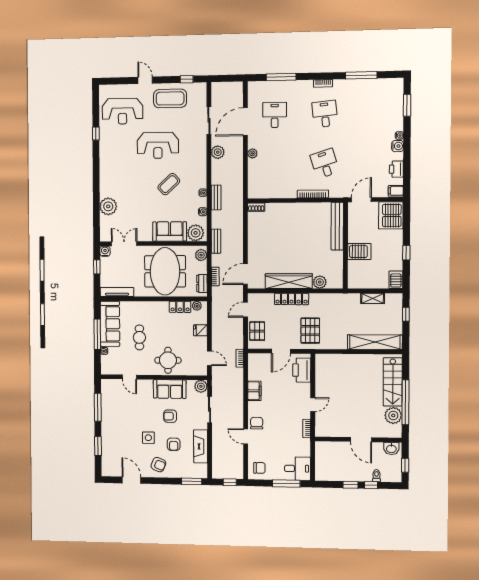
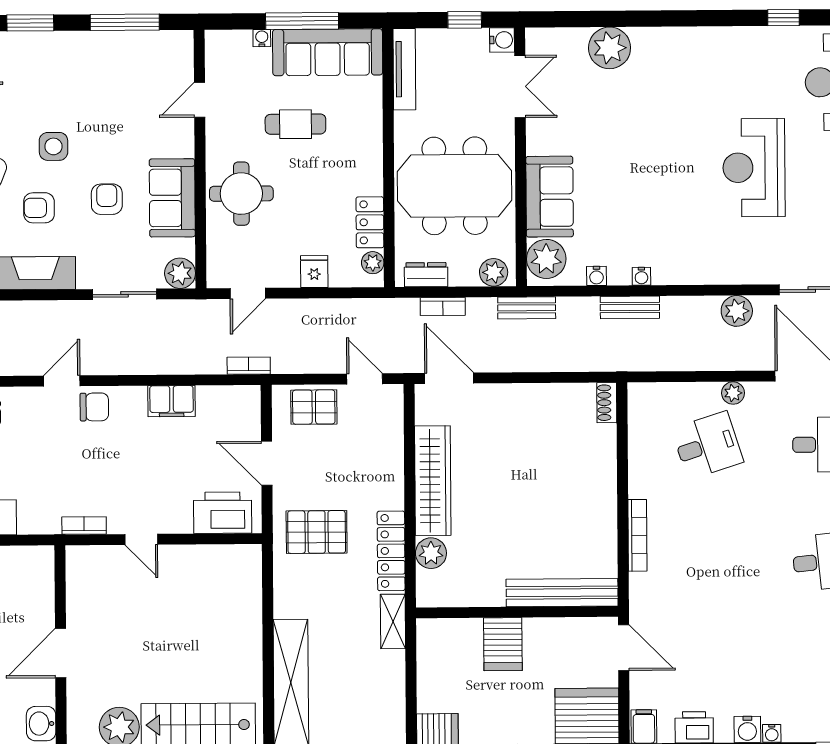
desk: (325, 164) -> (707, 445), moved
coffee table: (169, 184) -> (662, 194), removed
shelving: (373, 298) -> (393, 621), moved
locker: (292, 299) -> (391, 551), moved

